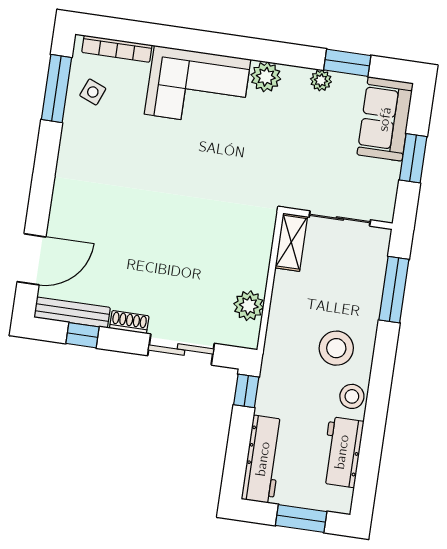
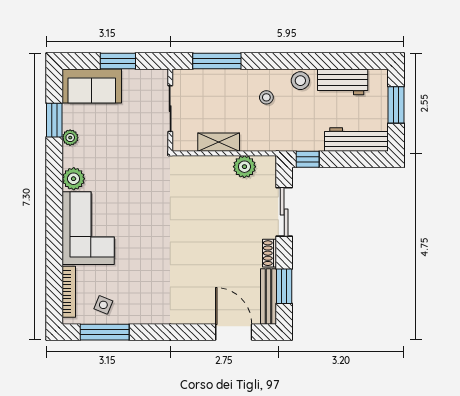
shelving: (291, 242) -> (219, 142), moved
window: (83, 335) -> (284, 286), width x1.50
stool: (336, 348) -> (266, 97), width x0.53, depth x0.53

